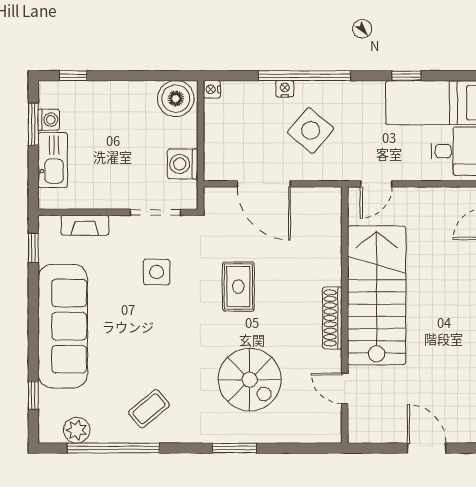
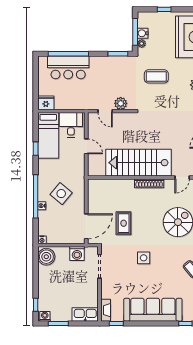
washing machine: (49, 120) -> (45, 316), moved
kitchen sink: (53, 160) -> (85, 314), moved
door: (264, 184) -> (86, 226), moved
door: (376, 184) -> (86, 146), moved
fireplace: (85, 225) -> (106, 310), moved
side table: (157, 272) -> (144, 258), moved
rug: (238, 287) -> (124, 223), moved, turned 90

